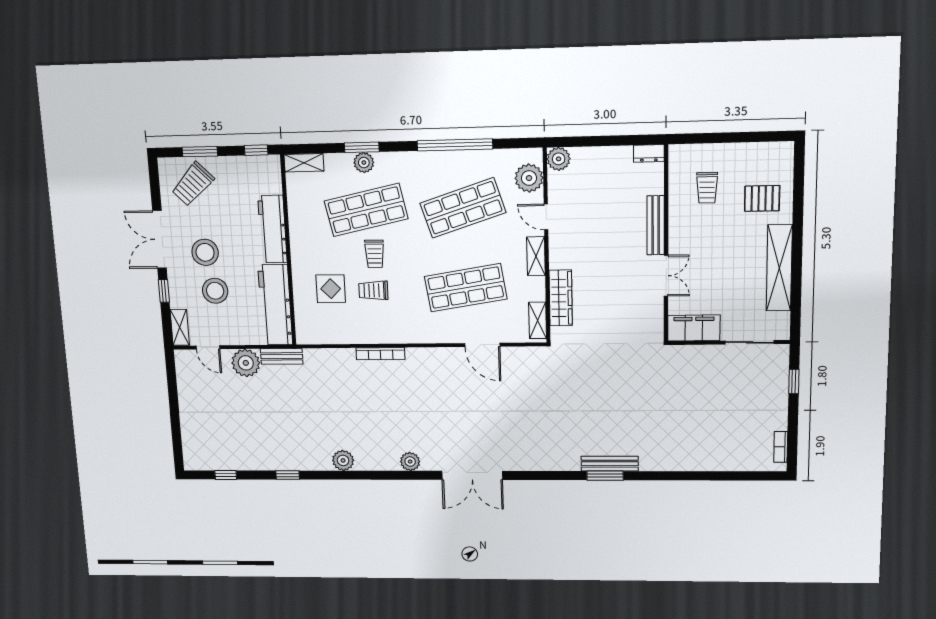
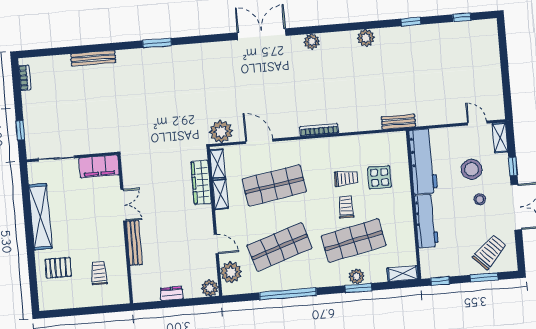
dresser: (649, 153) -> (172, 294), moved
stool: (205, 252) -> (480, 199), width x0.53, depth x0.53
shelving: (536, 256) -> (220, 194), moved
double door: (666, 276) -> (123, 205), swing flipped
bookcase: (380, 354) -> (319, 130), moved
bench: (282, 356) -> (398, 122), moved
plant: (246, 363) -> (221, 132), moved
bench: (610, 464) -> (93, 58), moved

